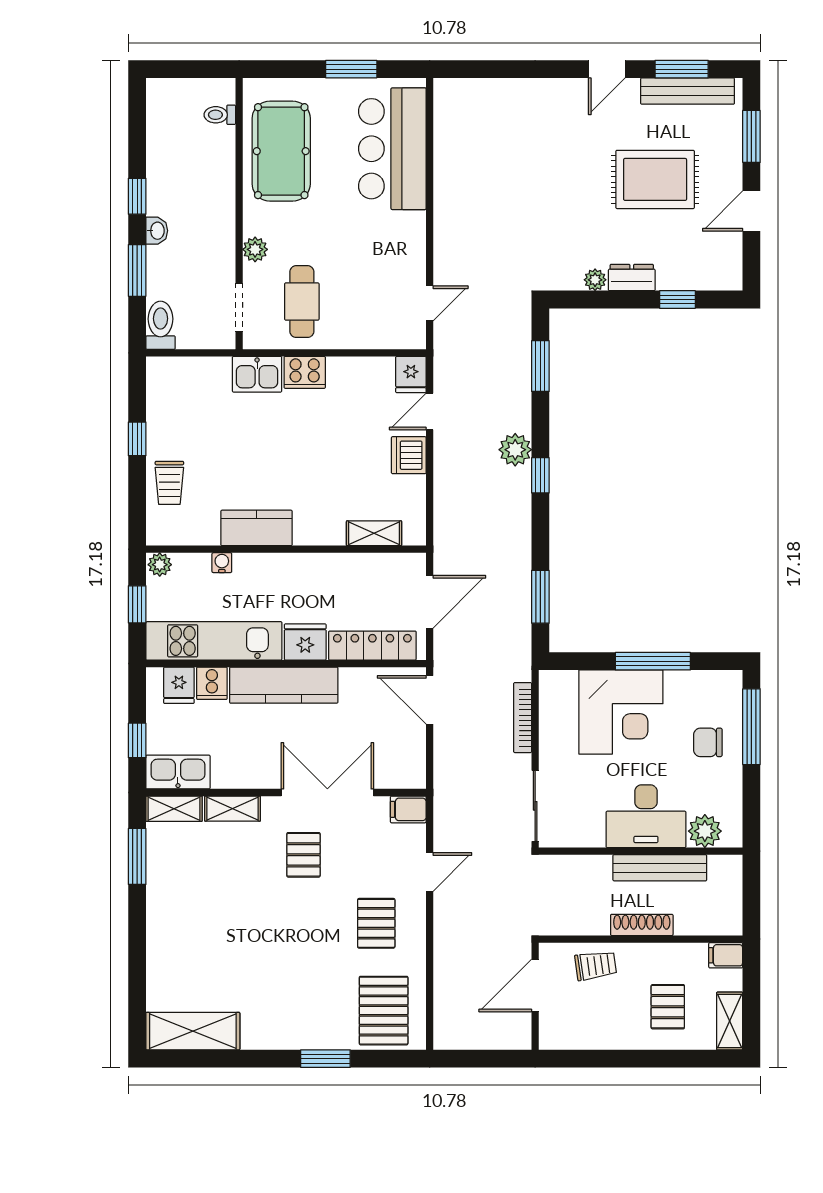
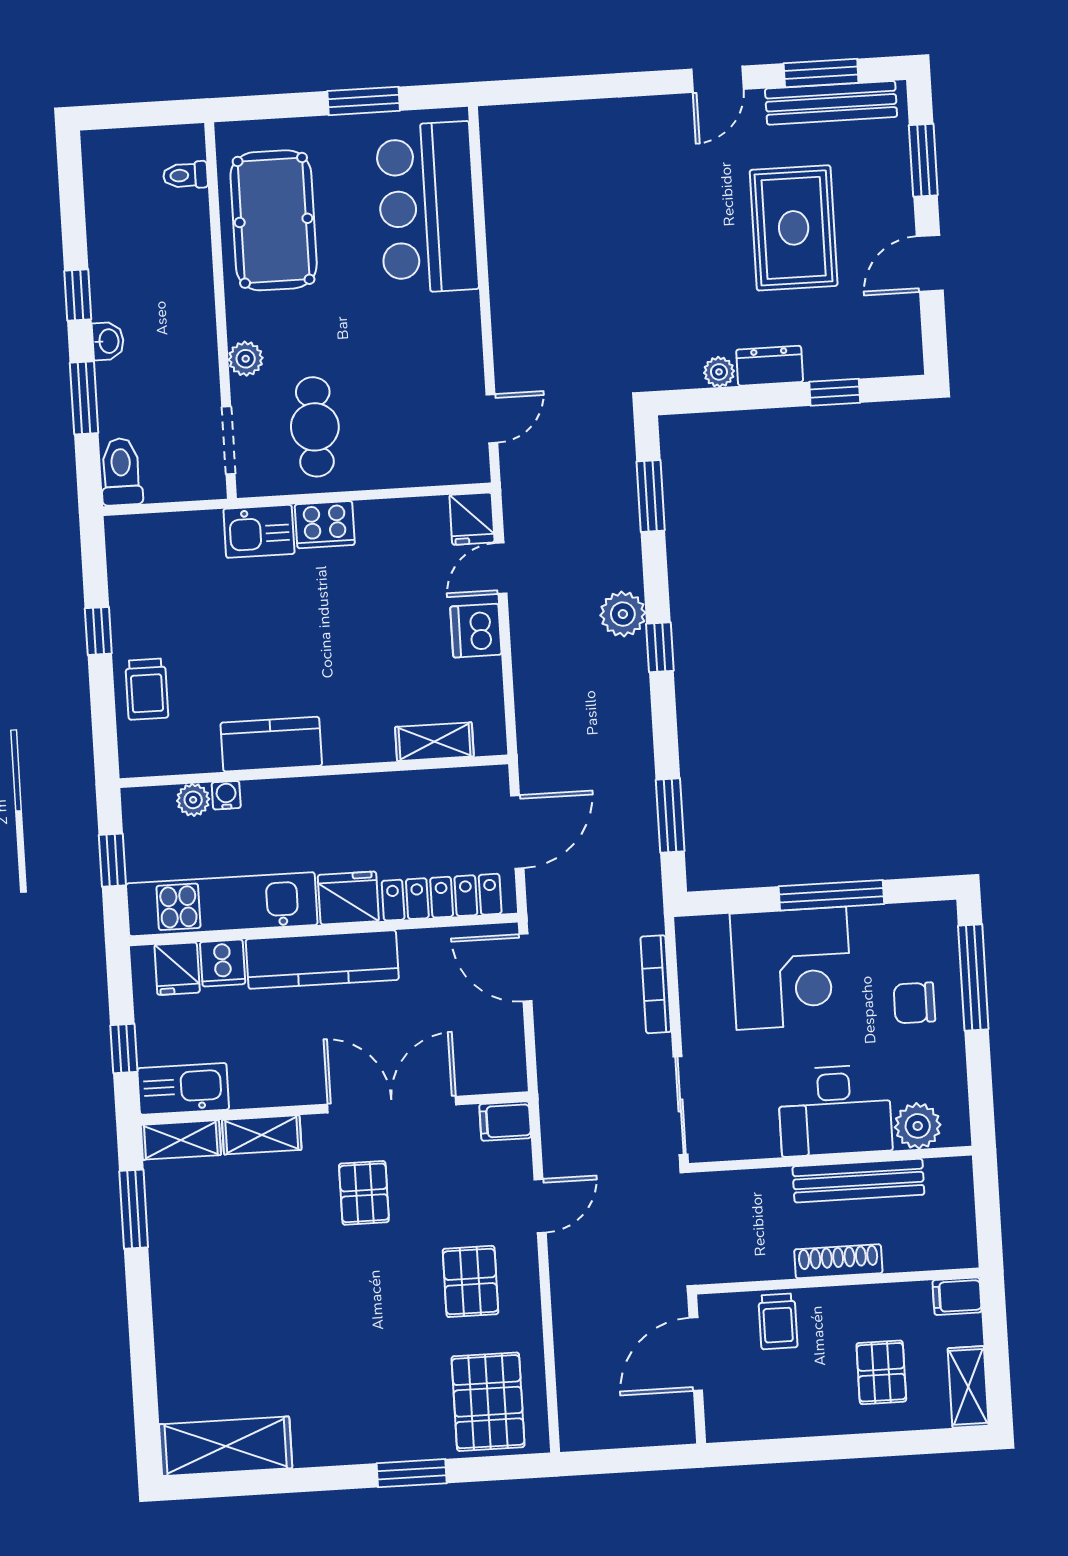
rug: (655, 179) -> (794, 228), turned 90
plant: (160, 565) -> (193, 800), moved
trolley: (596, 965) -> (778, 1321), turned 98

